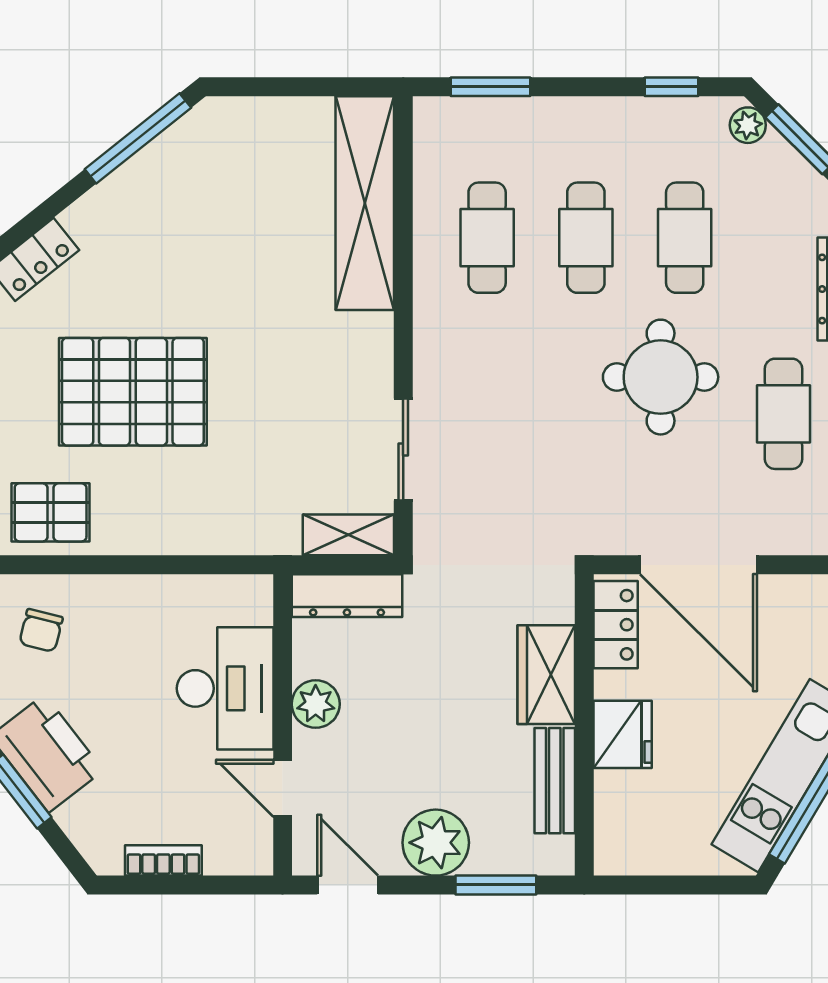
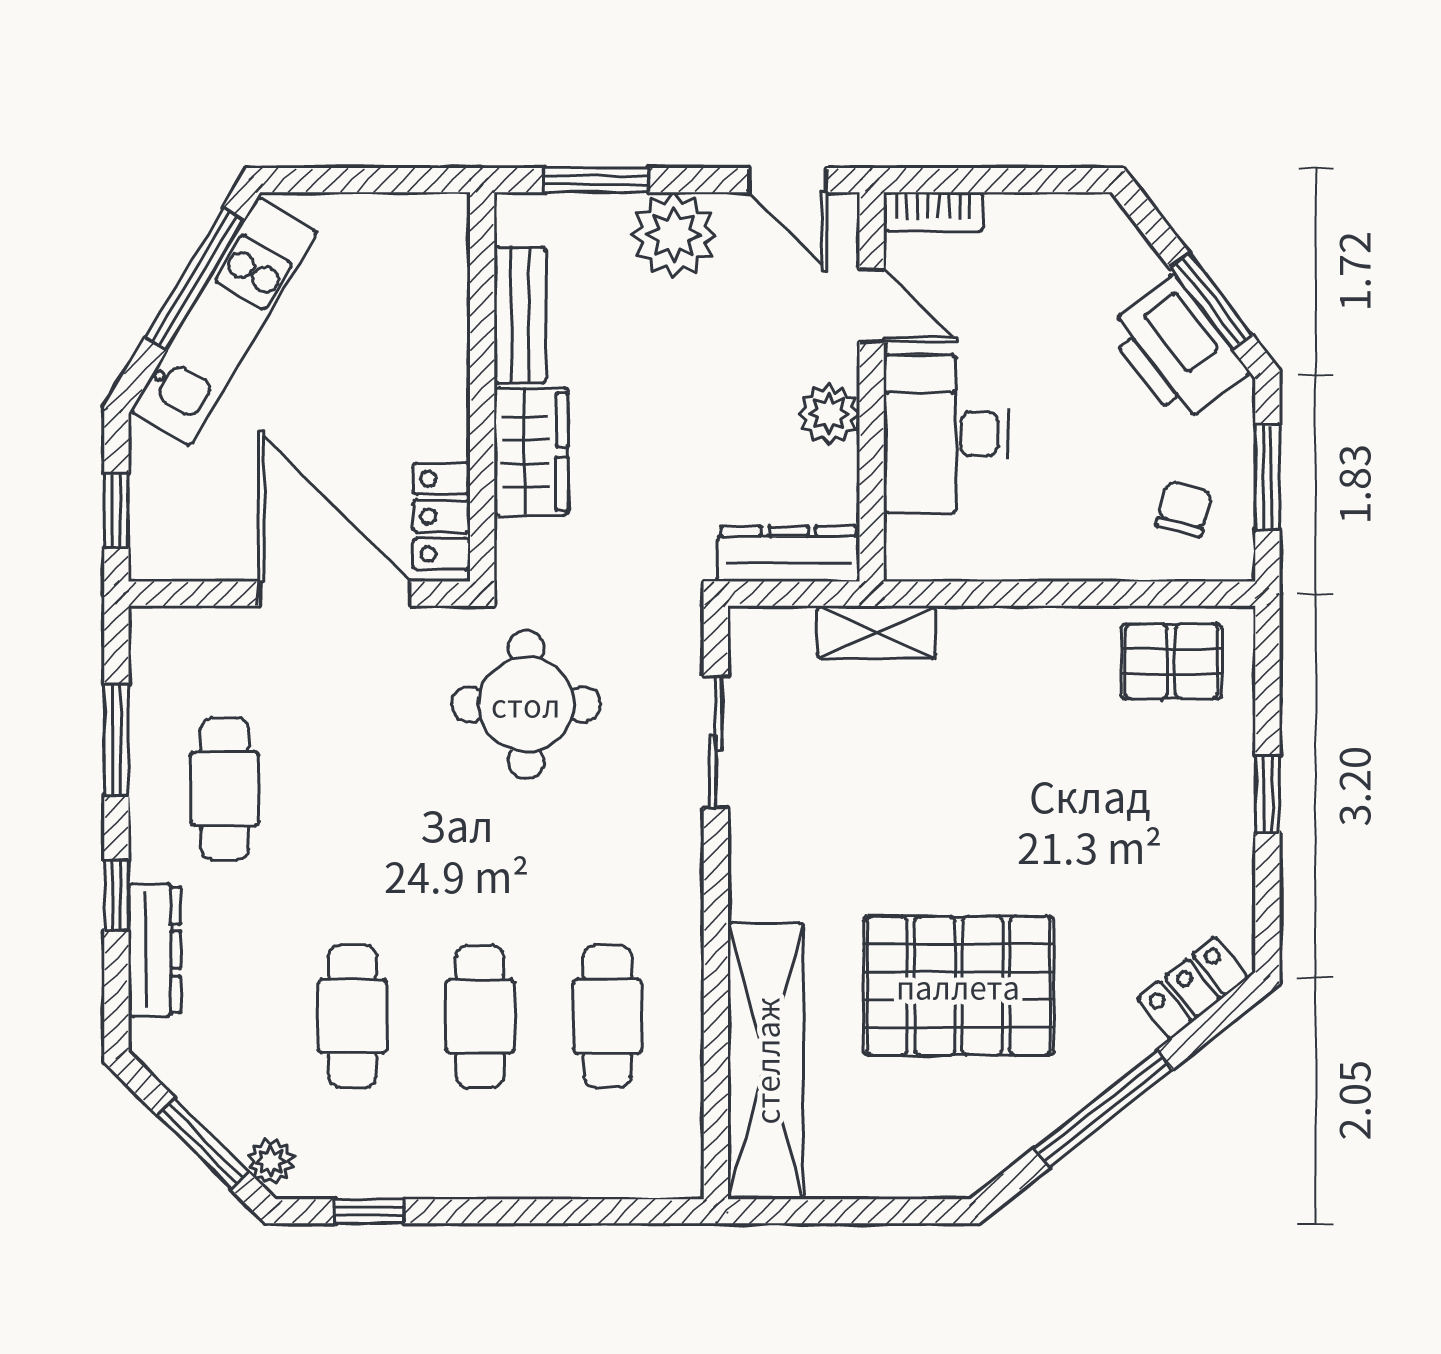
window: (491, 87) -> (603, 1211), removed
window: (138, 138) -> (1103, 1109), moved
round table: (661, 377) -> (526, 704), moved
pallet: (133, 392) -> (958, 986), moved
shelving: (348, 535) -> (876, 632), moved
fridge: (623, 734) -> (432, 375), removed
bookcase: (163, 860) -> (933, 212), moved

